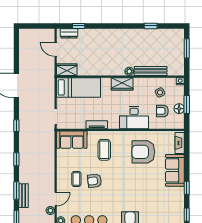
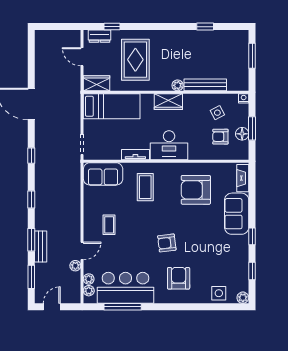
rug: (97, 51) -> (135, 60), added
desk: (134, 118) -> (169, 145), moved
armchair: (94, 181) -> (167, 243), moved

